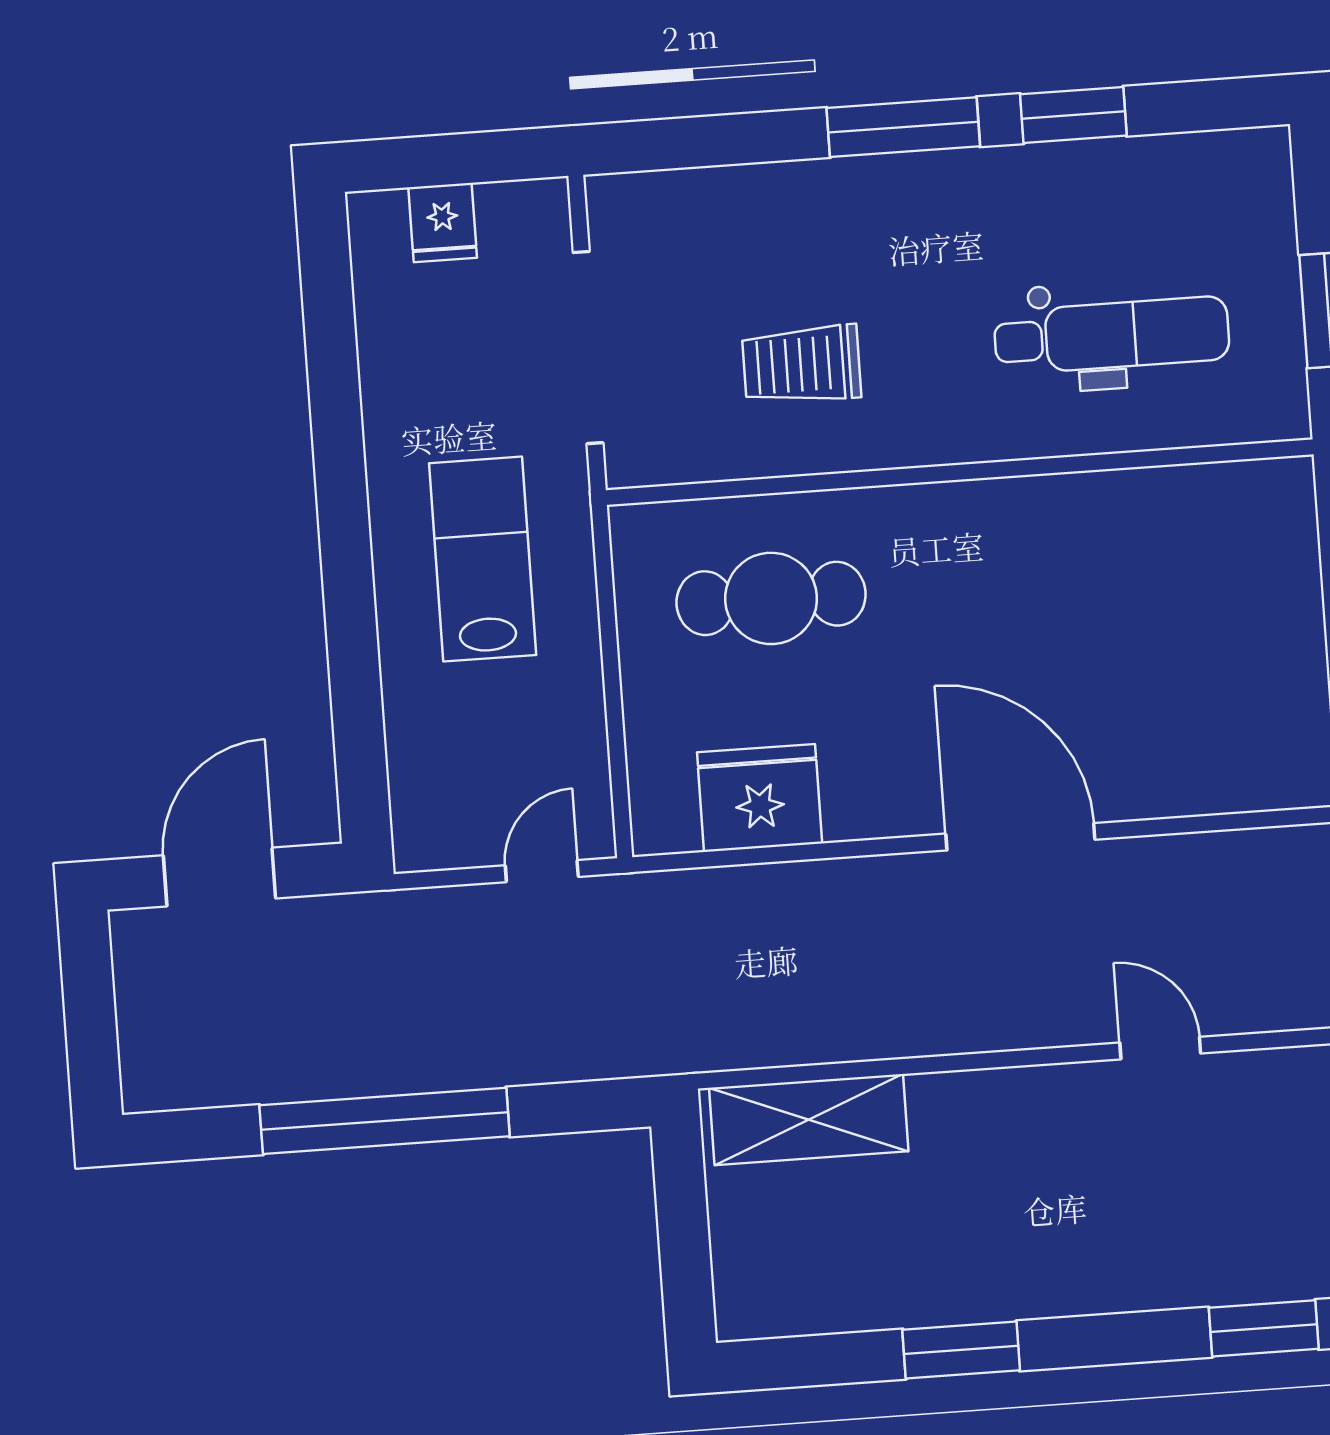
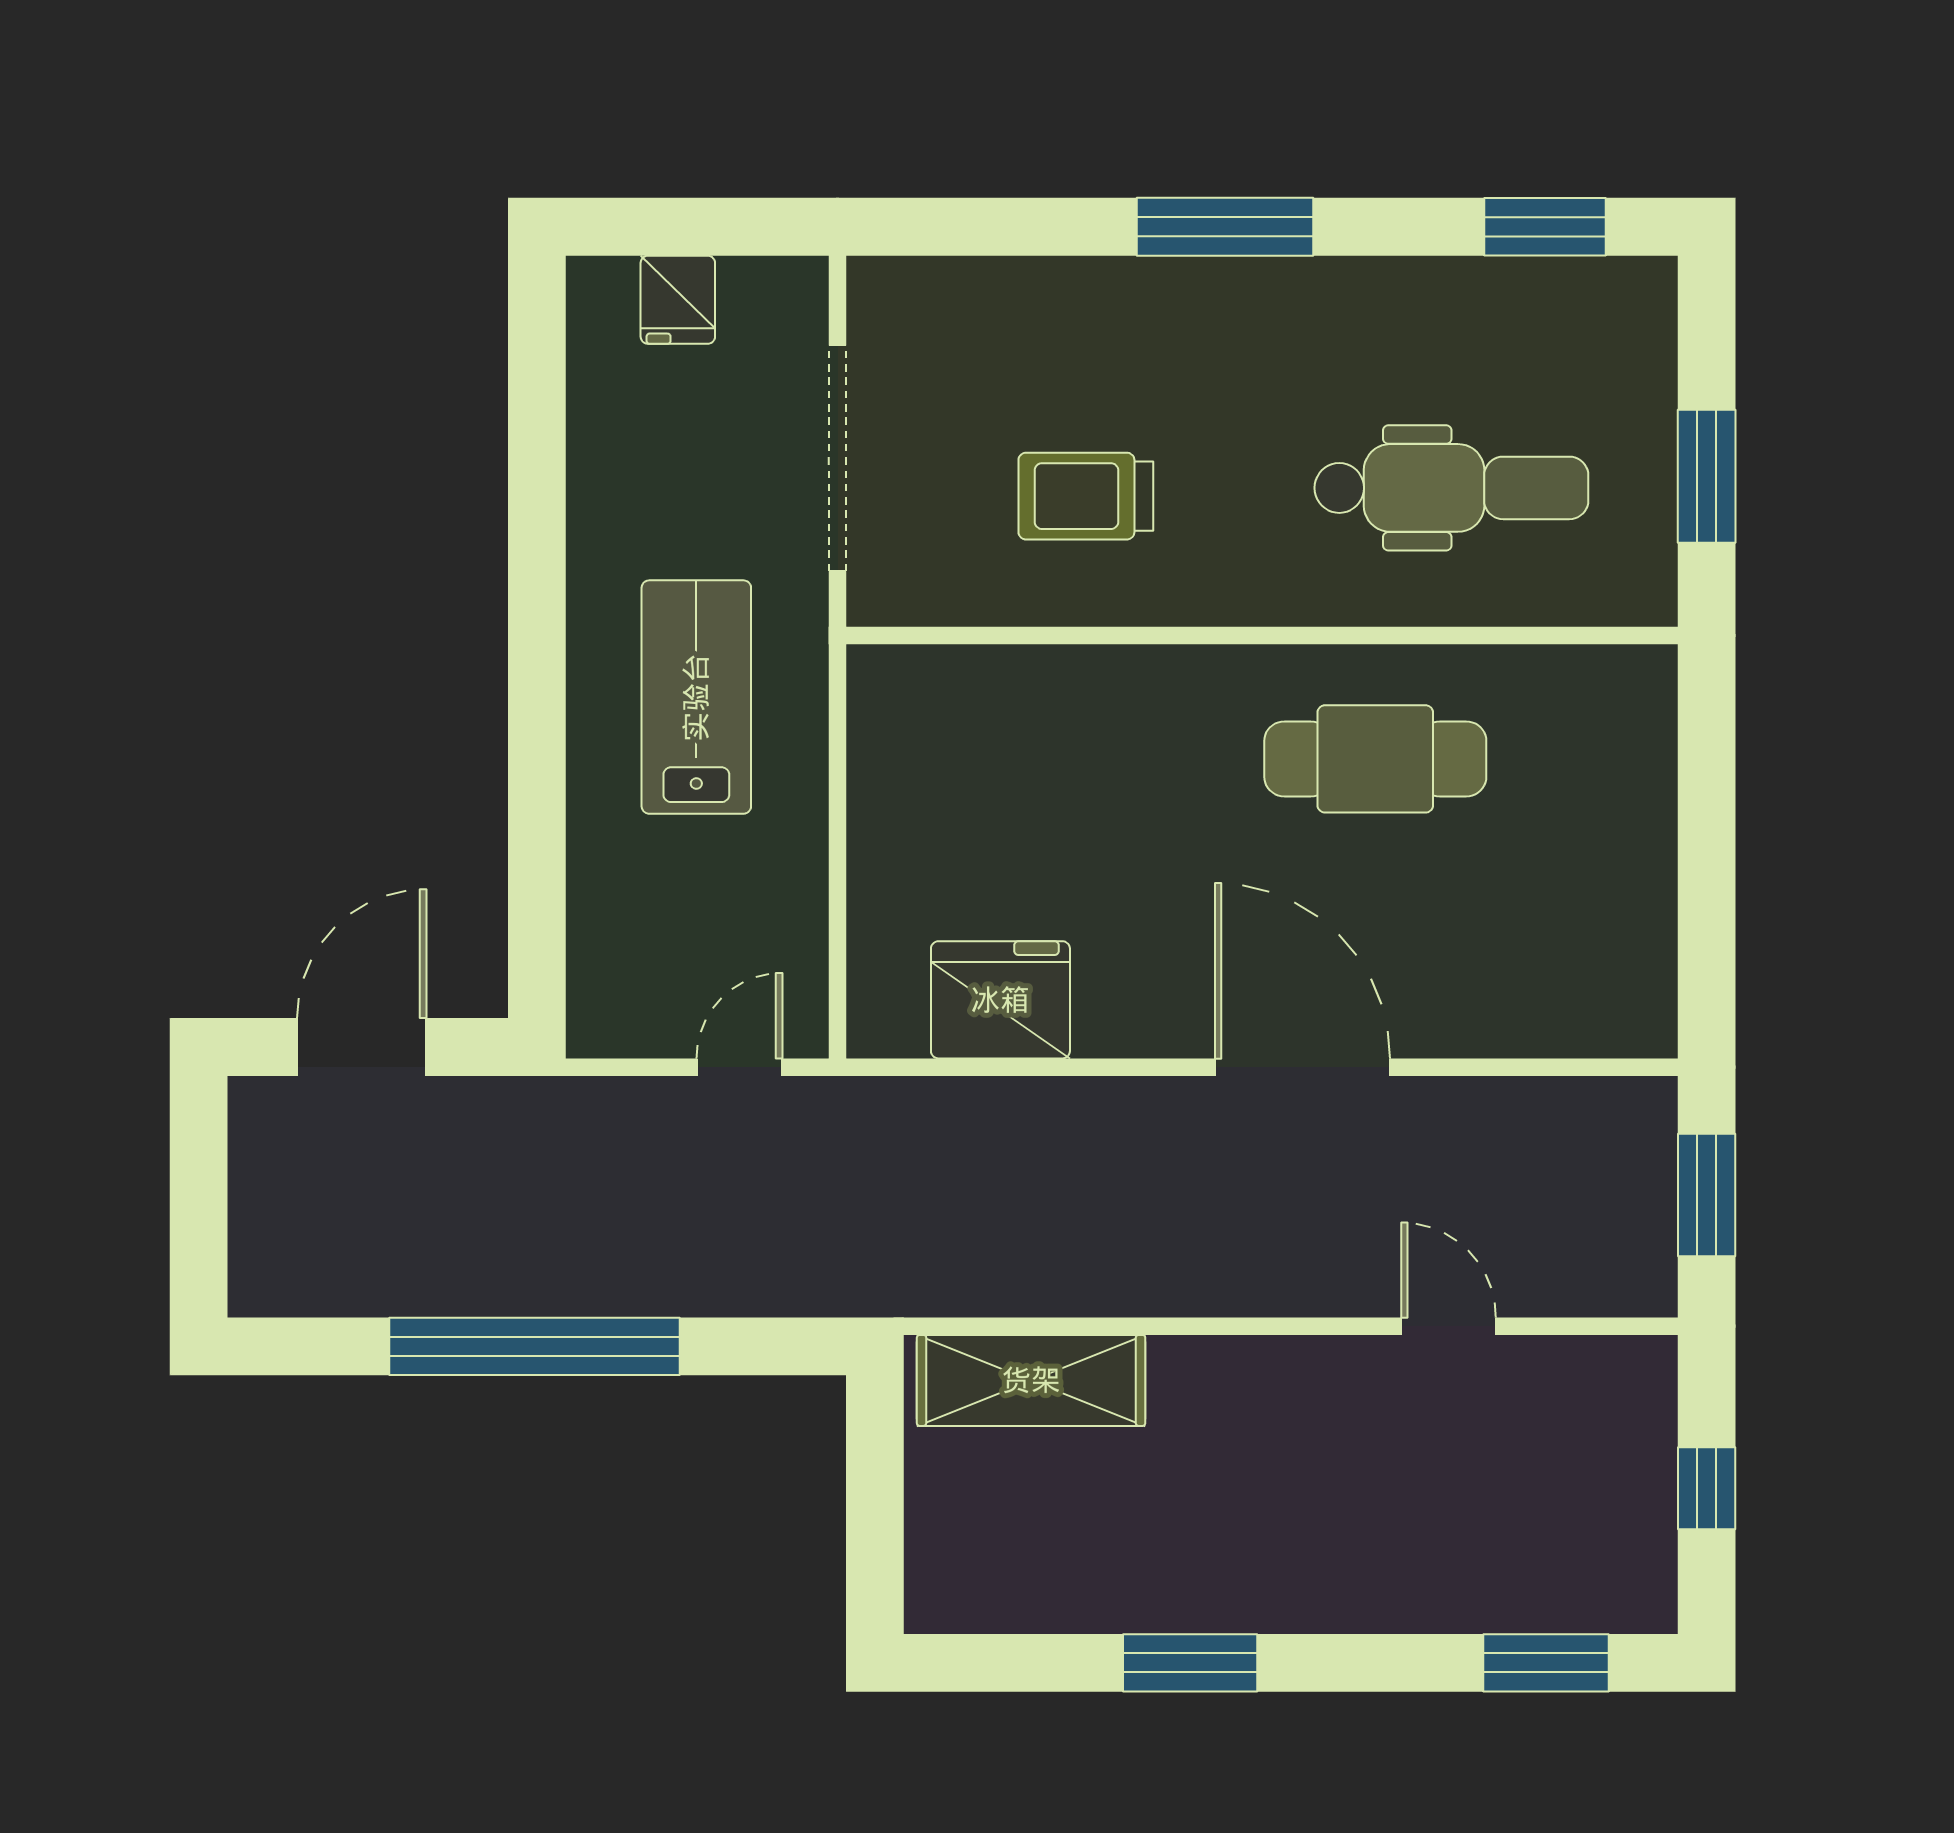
window: (1073, 115) -> (1545, 227), moved
cafe table: (771, 598) -> (1375, 759), moved

